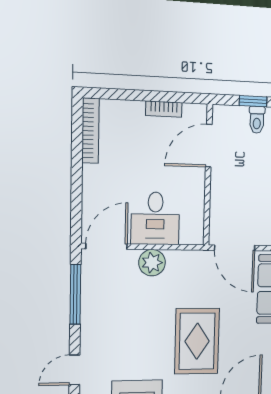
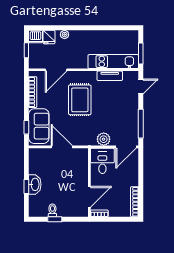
door: (209, 146) -> (89, 197), moved
wall: (208, 175) -> (89, 182), moved

